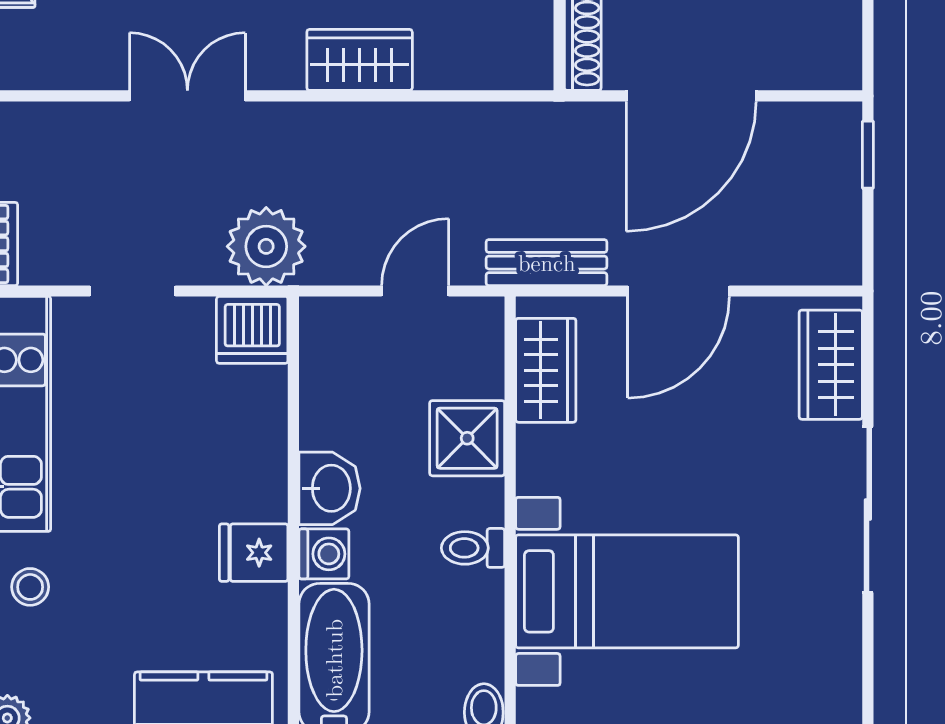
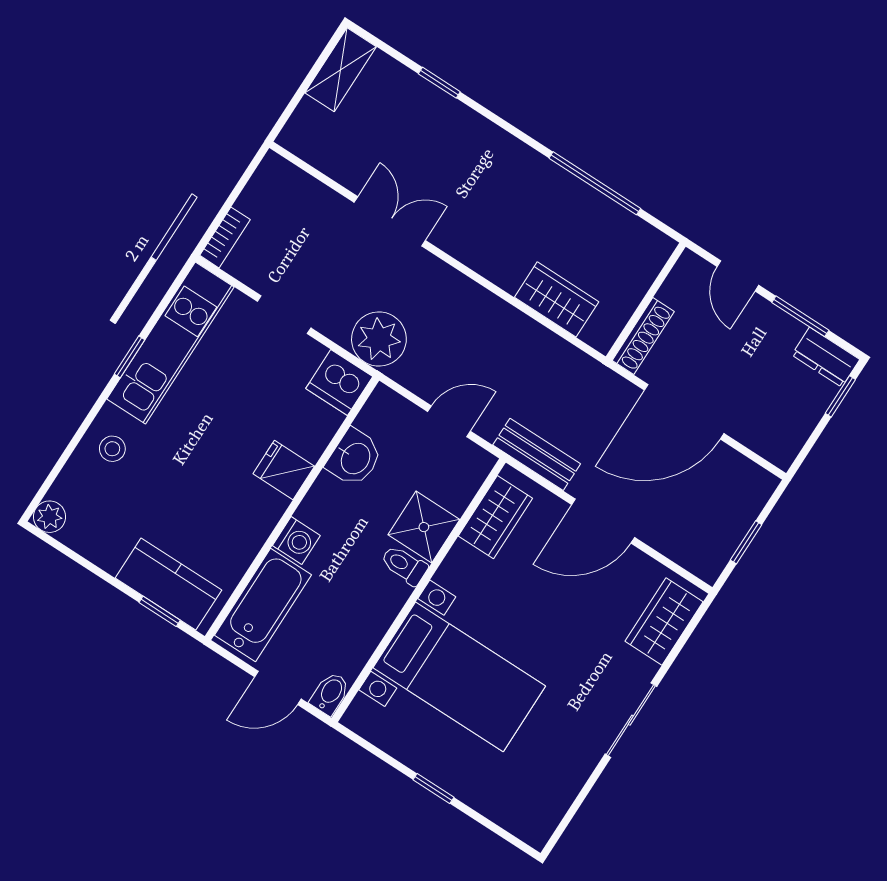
wardrobe: (360, 60) -> (557, 299), moved
window: (868, 155) -> (746, 542), moved
washbasin: (329, 488) -> (355, 458), moved
sliding door: (868, 510) -> (631, 720), width x0.73
toilet: (473, 548) -> (404, 565), moved
fridge: (254, 553) -> (284, 470), moved

